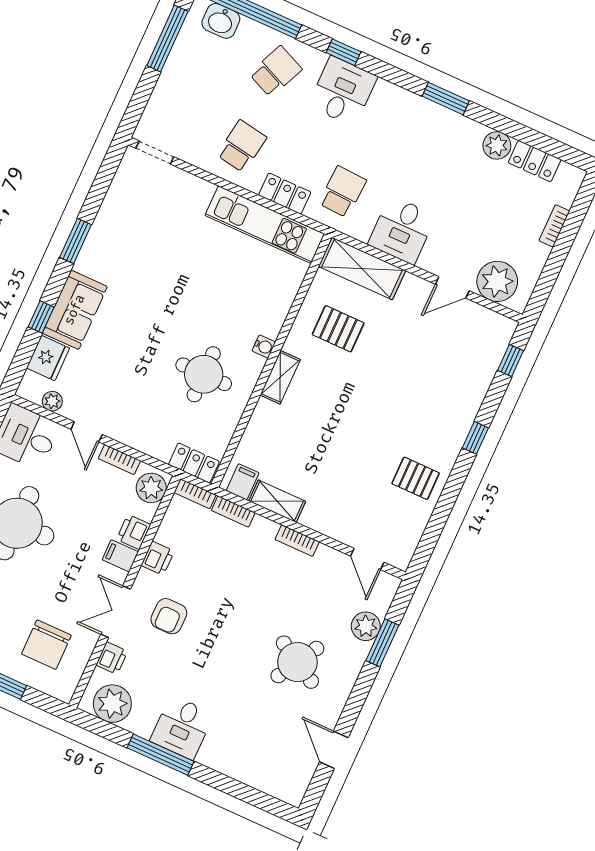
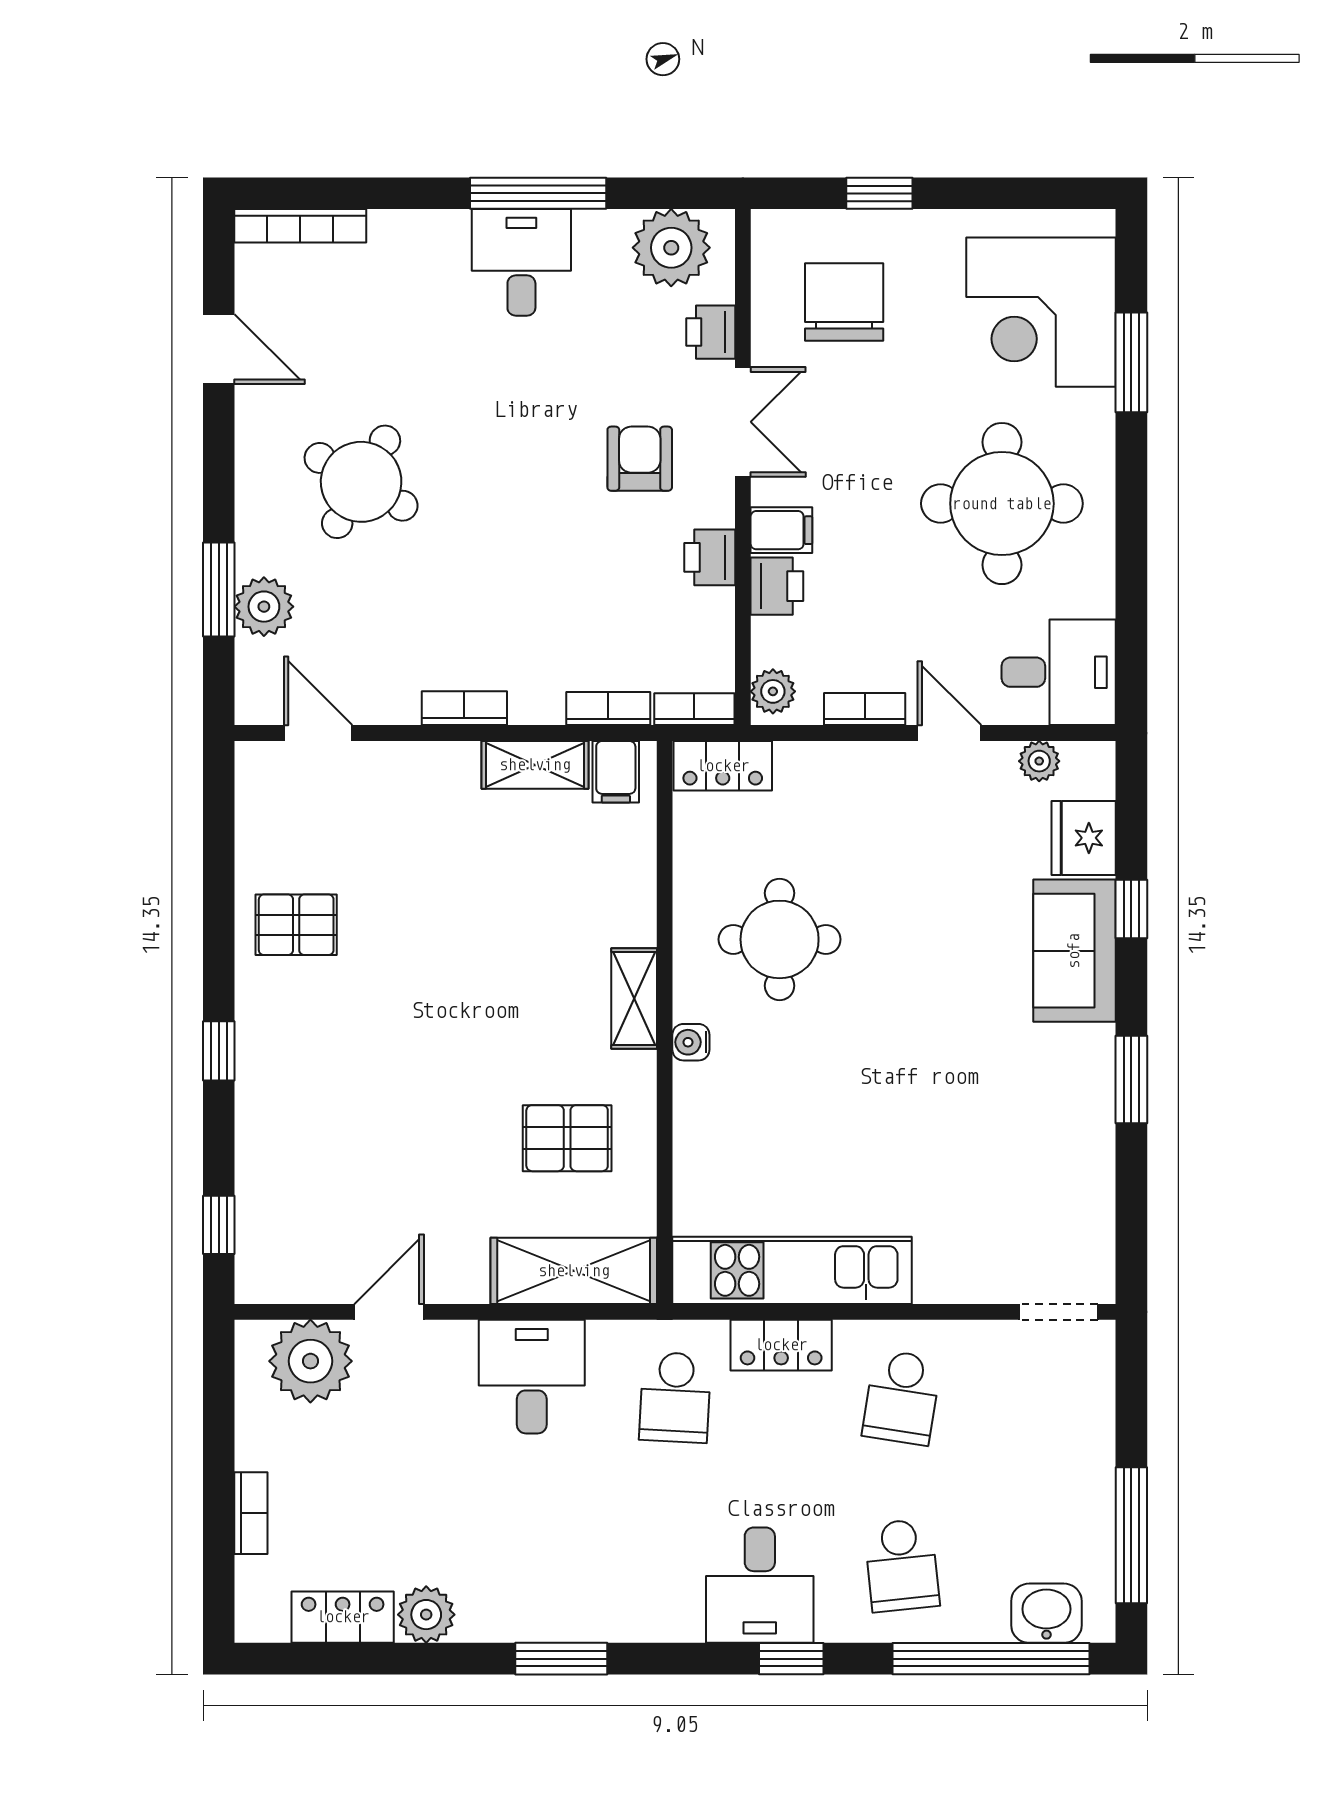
school desk: (276, 71) -> (902, 1565), turned -30
plant: (151, 488) -> (773, 691), width x0.73, depth x0.73
bookcase: (273, 788) -> (300, 226), added

